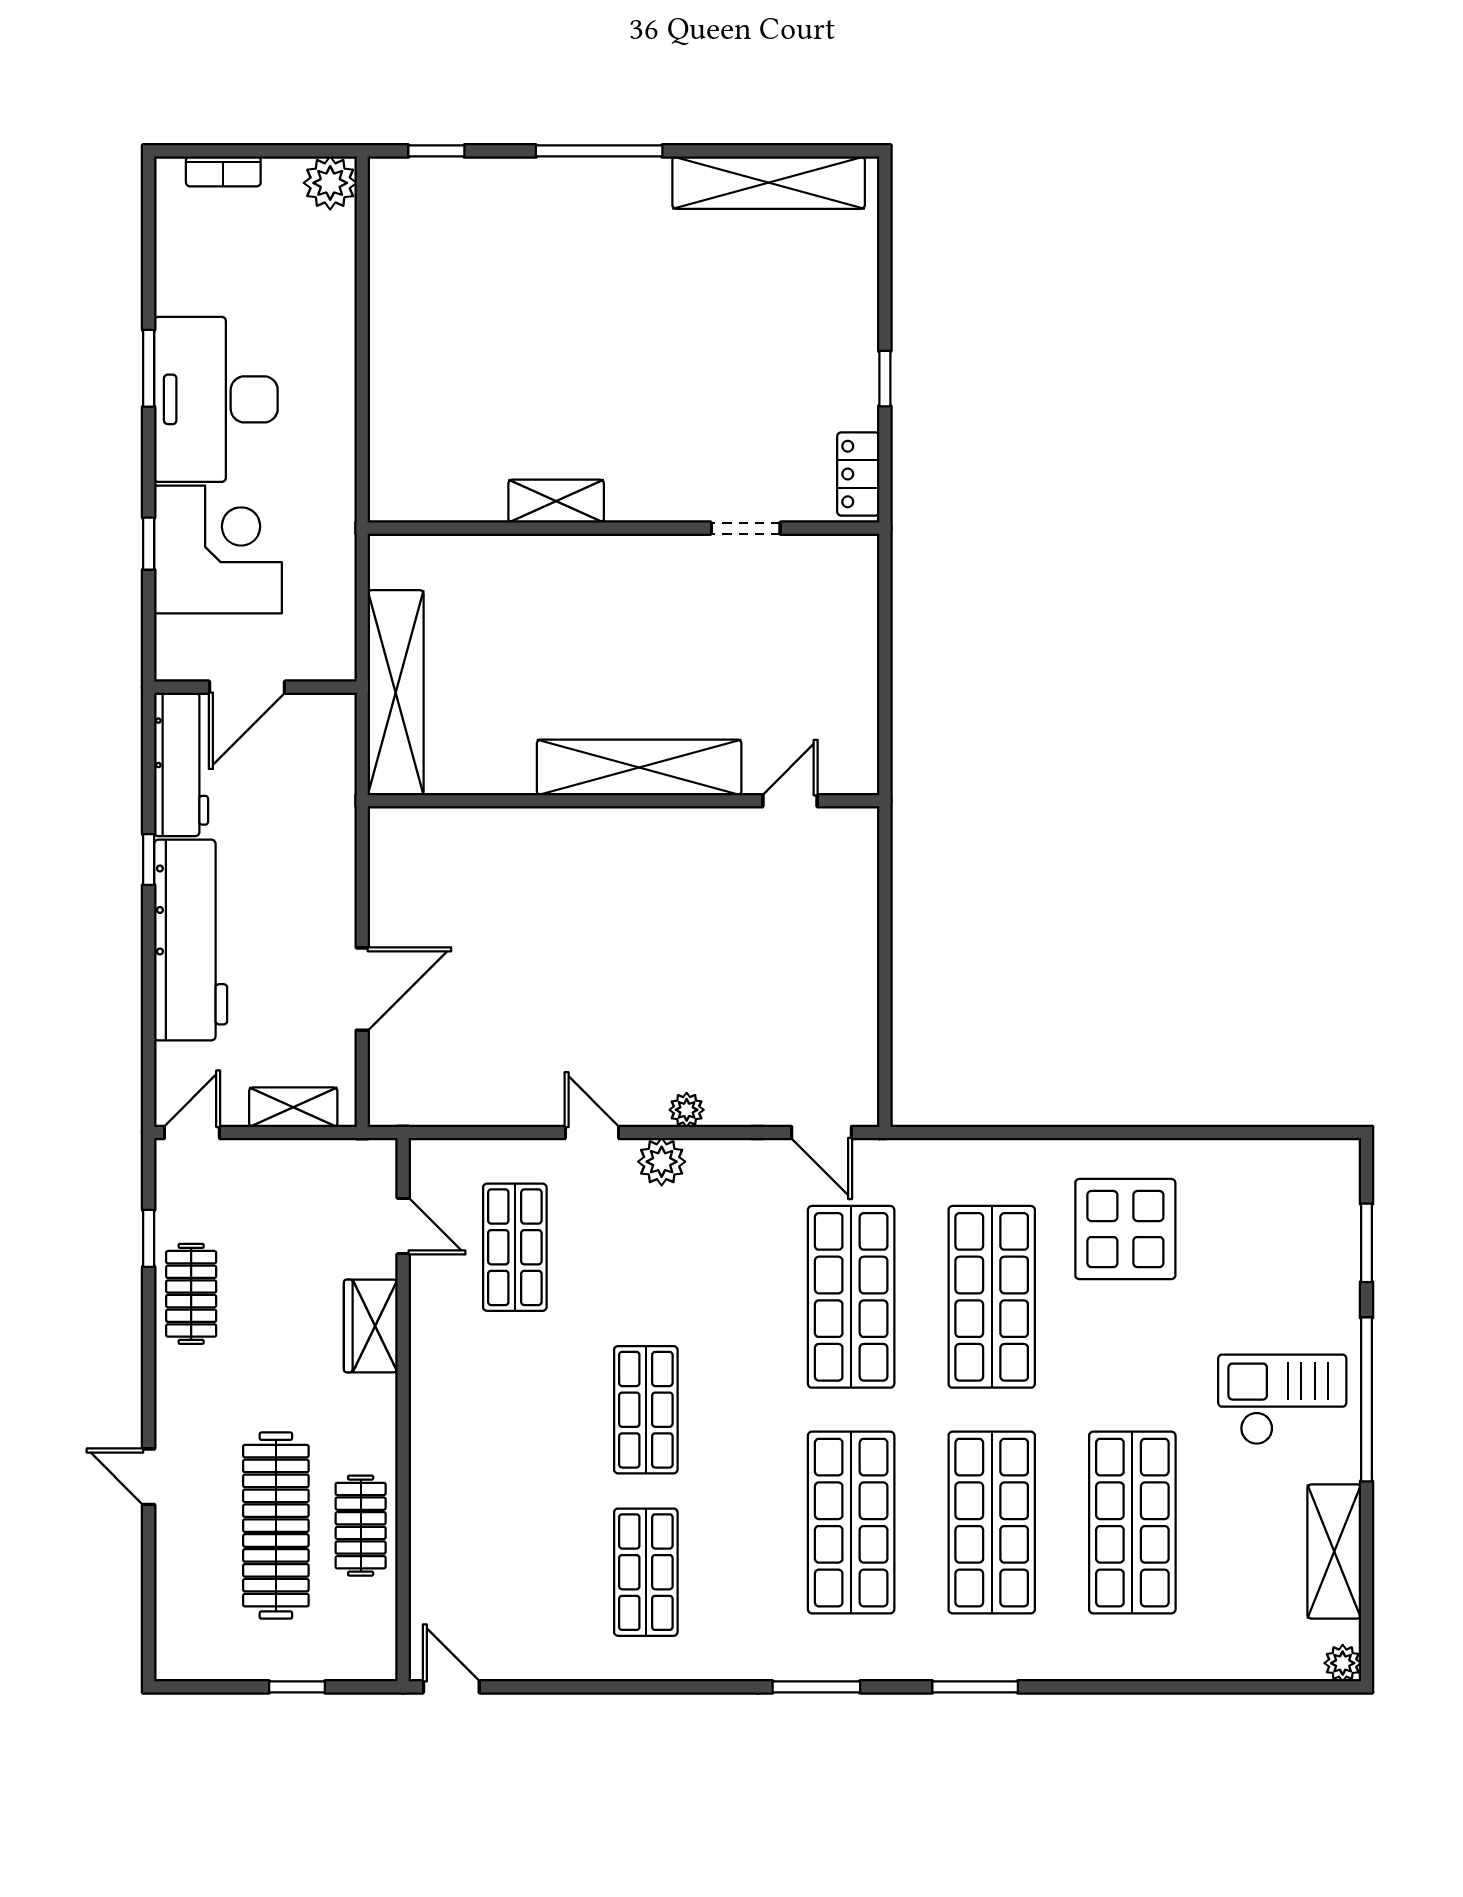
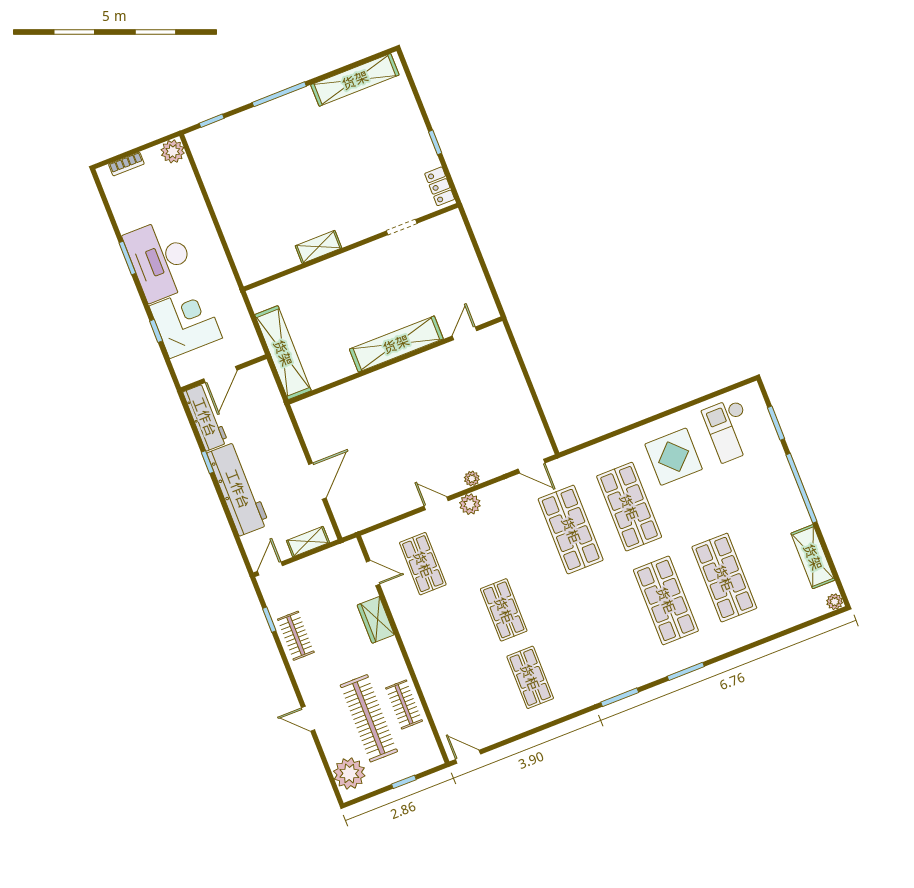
checkout: (1282, 1400) -> (730, 430), moved, turned -90
shop shelf: (851, 1523) -> (607, 623), removed
plant: (190, 1625) -> (349, 774), added

